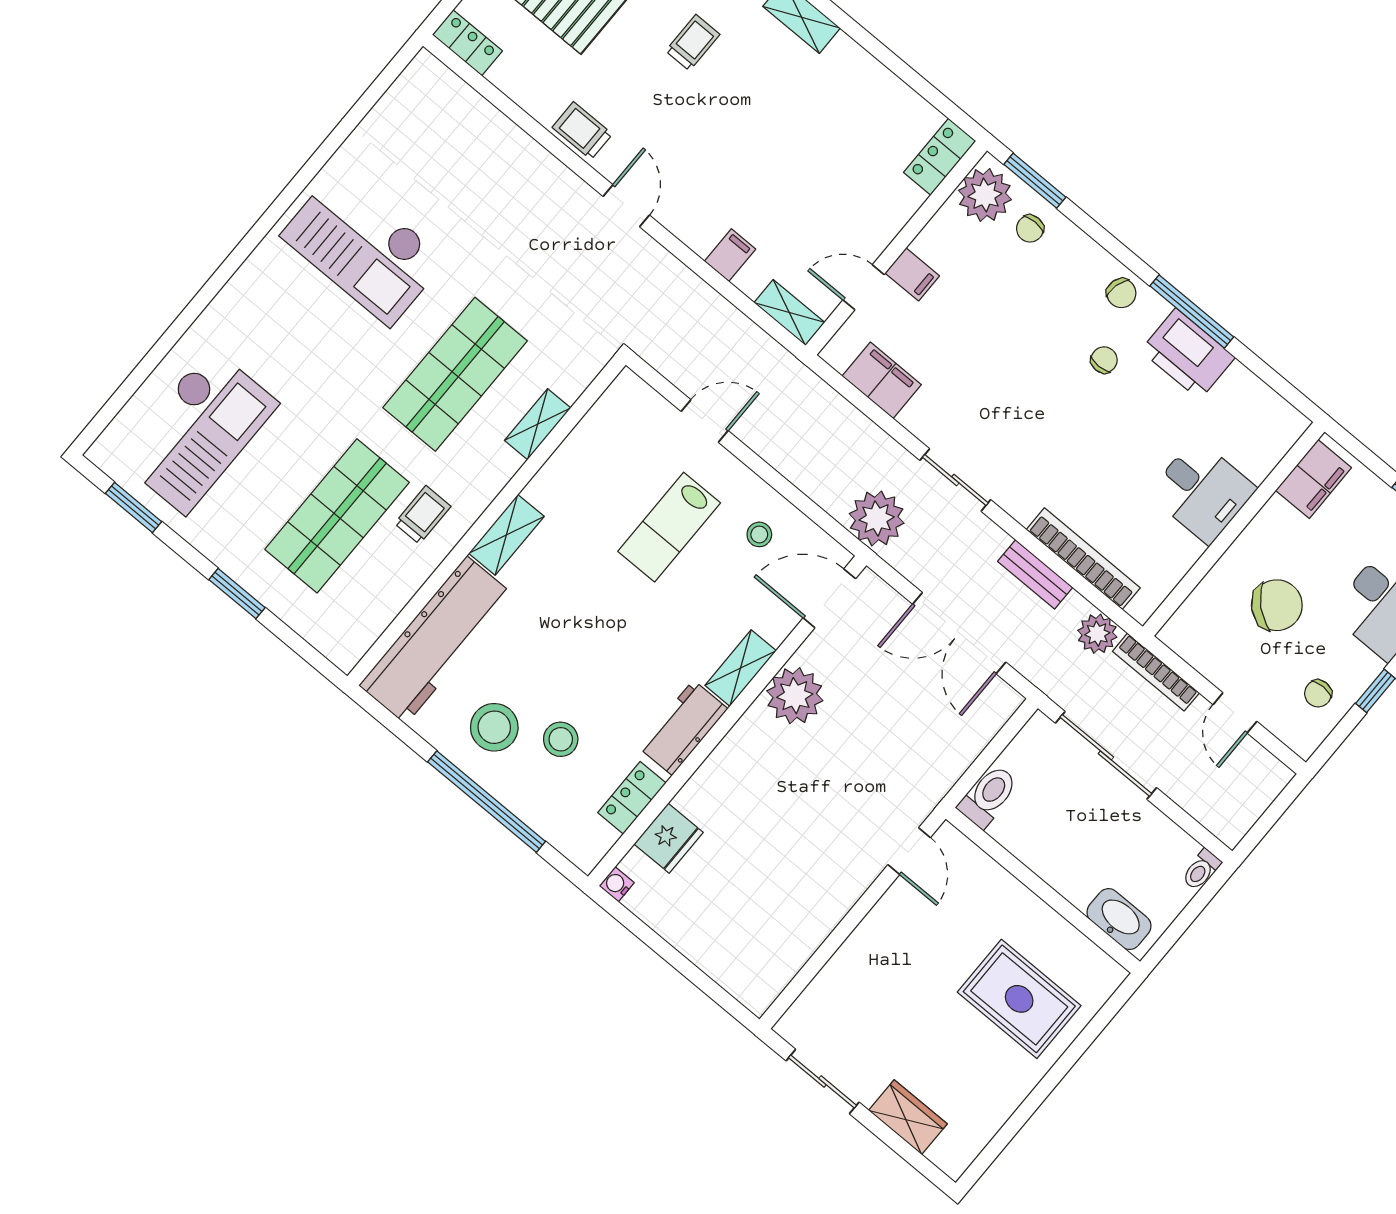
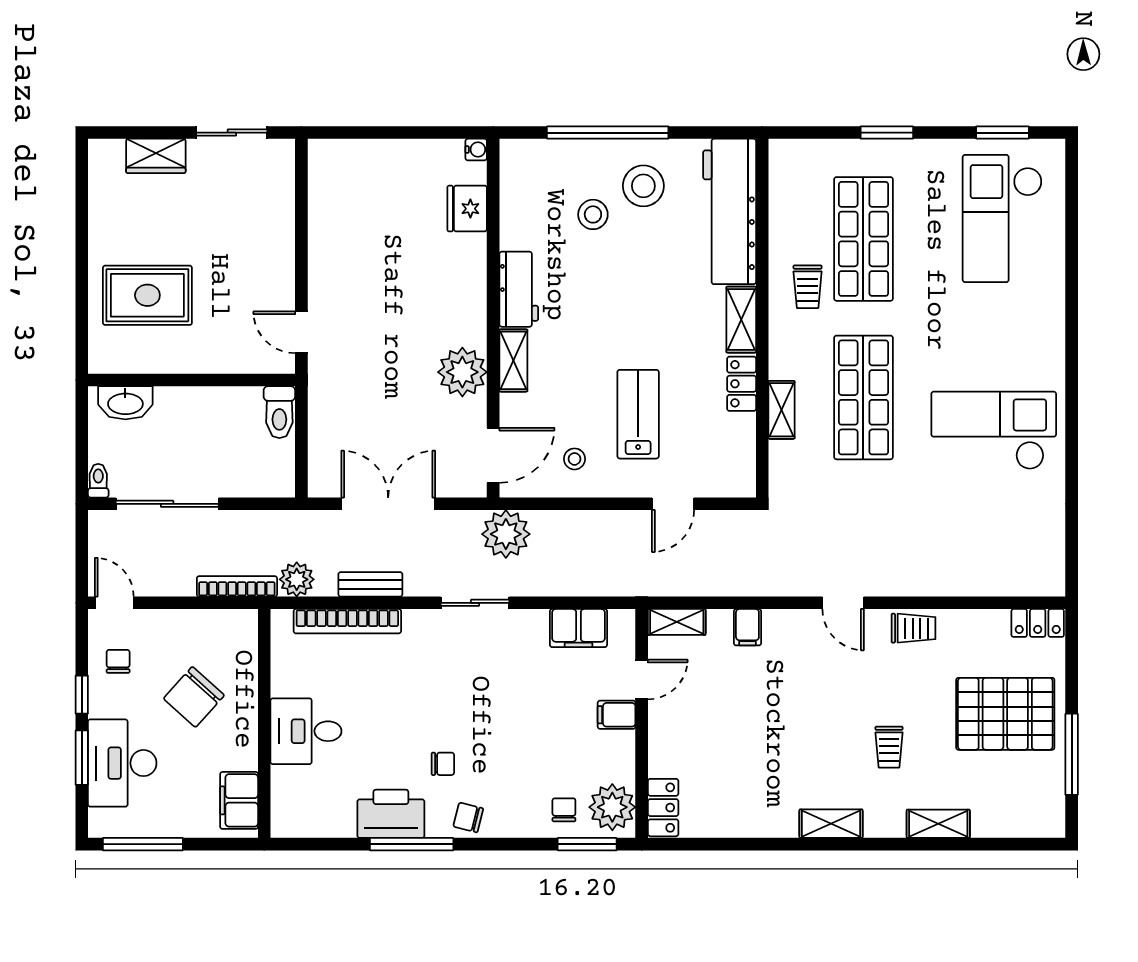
chair: (1104, 360) -> (443, 764), turned -90
door: (1235, 713) -> (114, 603), moved
sliding door: (1106, 755) -> (167, 504), moved
locker: (632, 798) -> (742, 384), moved, turned 180

